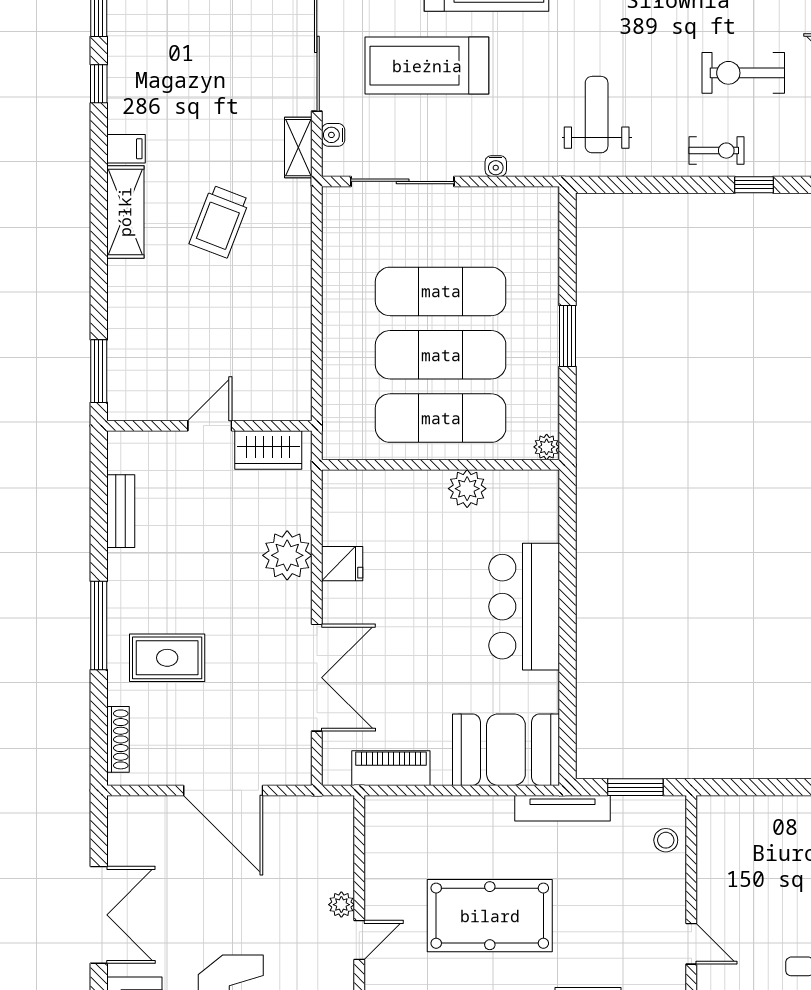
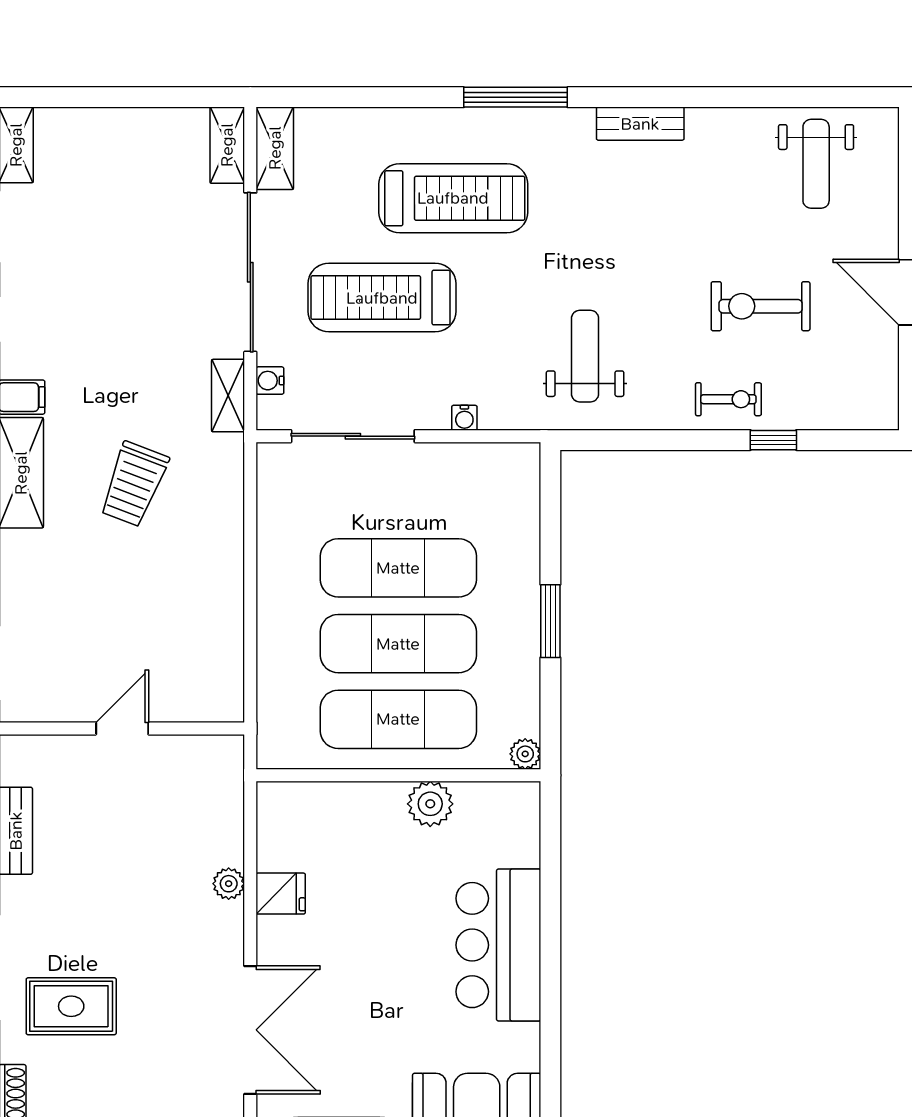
wardrobe: (268, 450) -> (192, 758), removed
plant: (287, 555) -> (229, 884), width x0.53, depth x0.53

